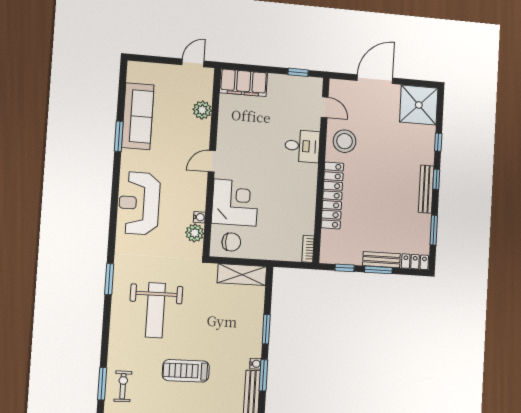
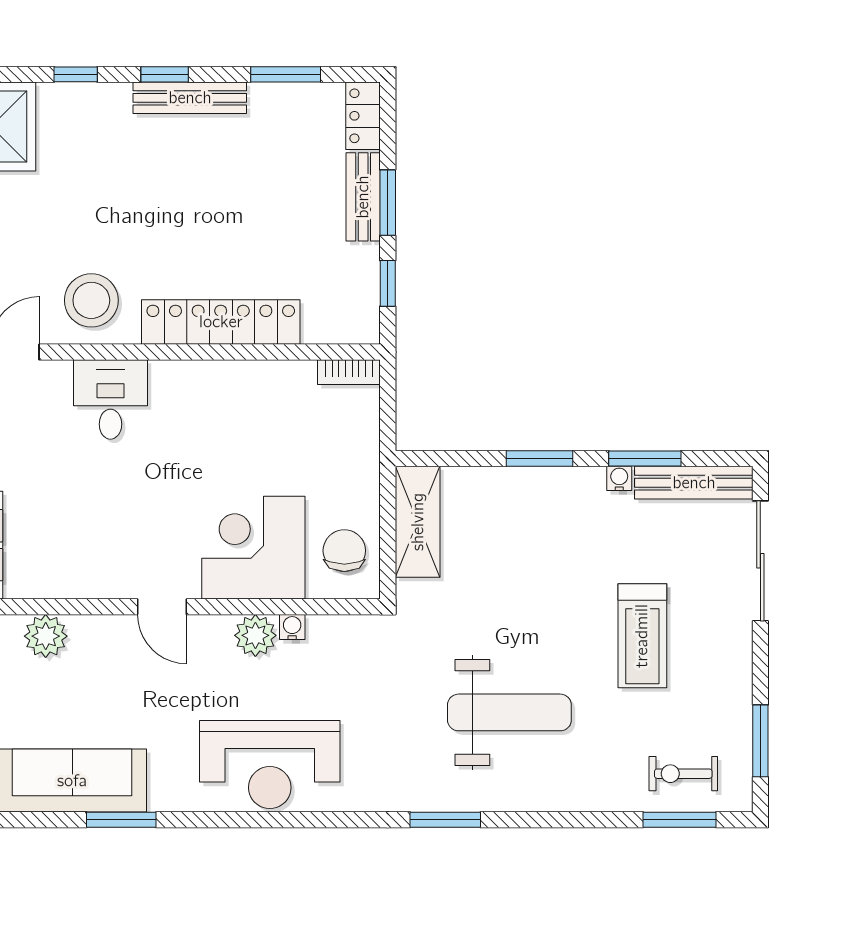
plant: (195, 233) -> (255, 635), moved

